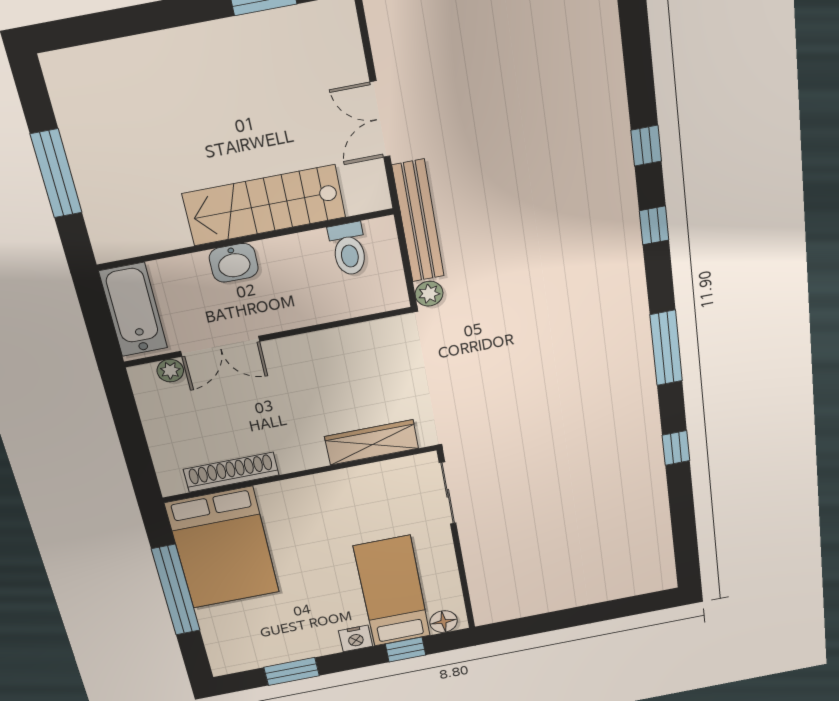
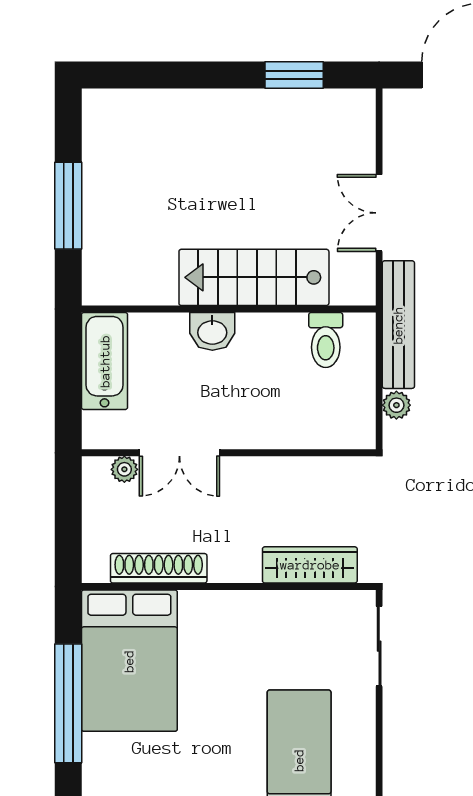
wall: (268, 337) -> (229, 453), moved
double door: (220, 346) -> (179, 453), moved
plant: (170, 371) -> (124, 469), moved

